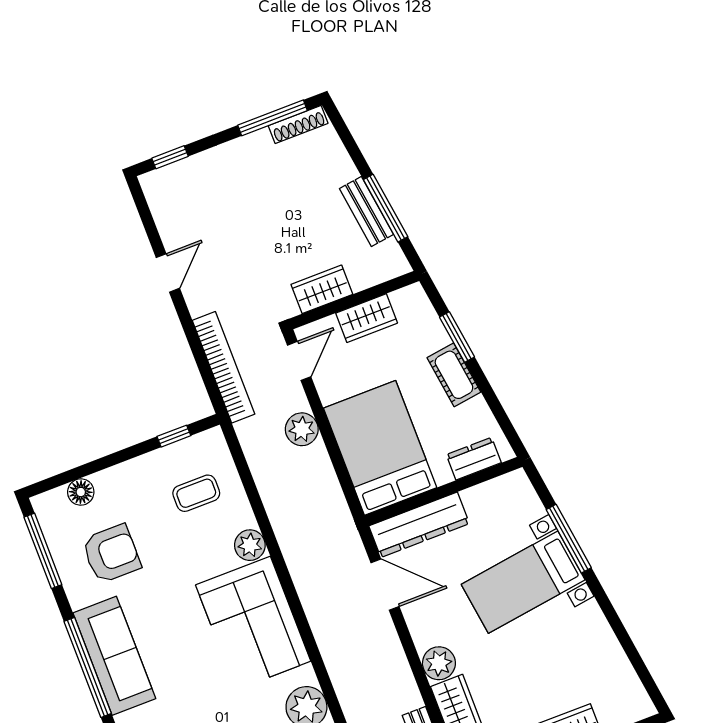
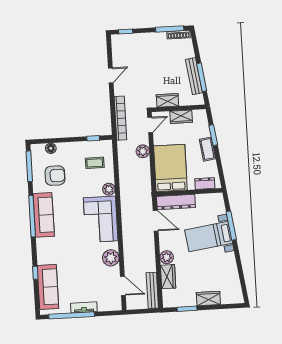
bench: (366, 211) -> (194, 76), width x1.36

